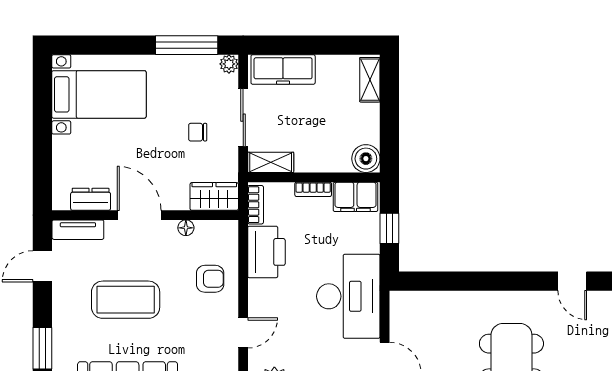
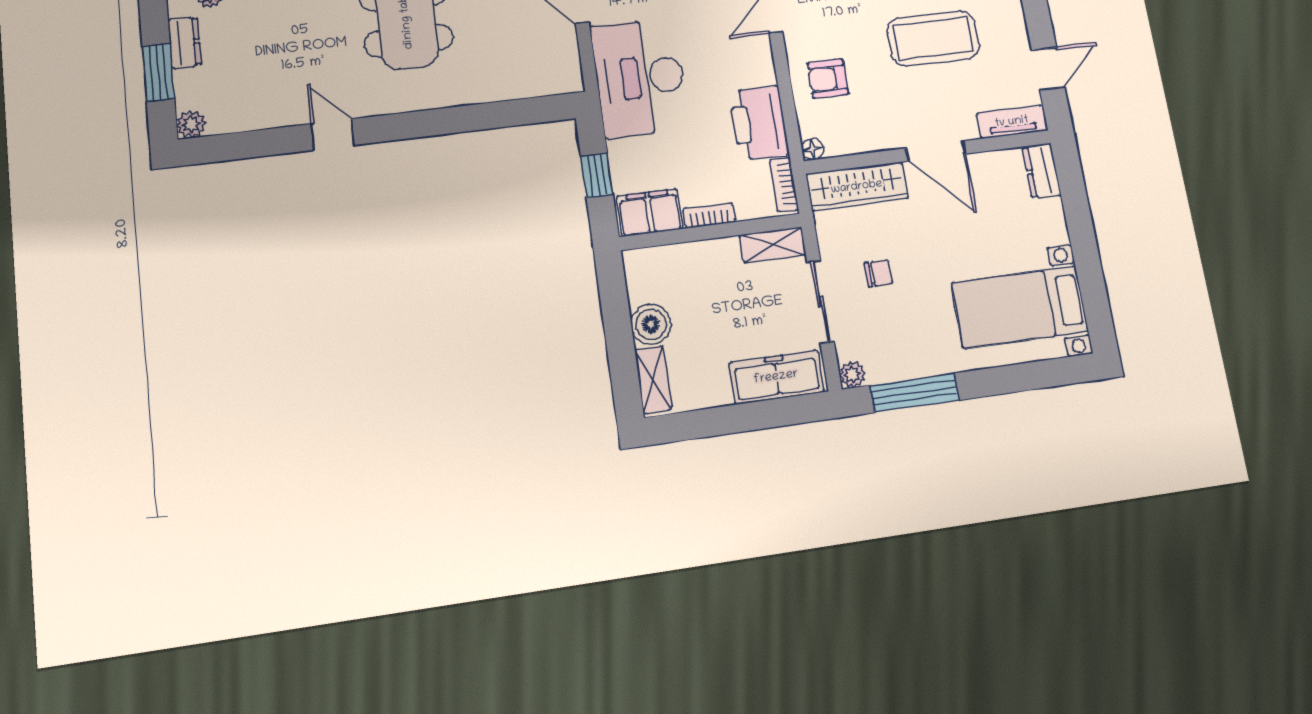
boiler: (366, 159) -> (651, 324), moved
wardrobe: (214, 196) -> (857, 187), width x1.50
dresser: (91, 199) -> (1042, 171), moved, turned 90
floor lamp: (186, 228) -> (812, 149), moved

